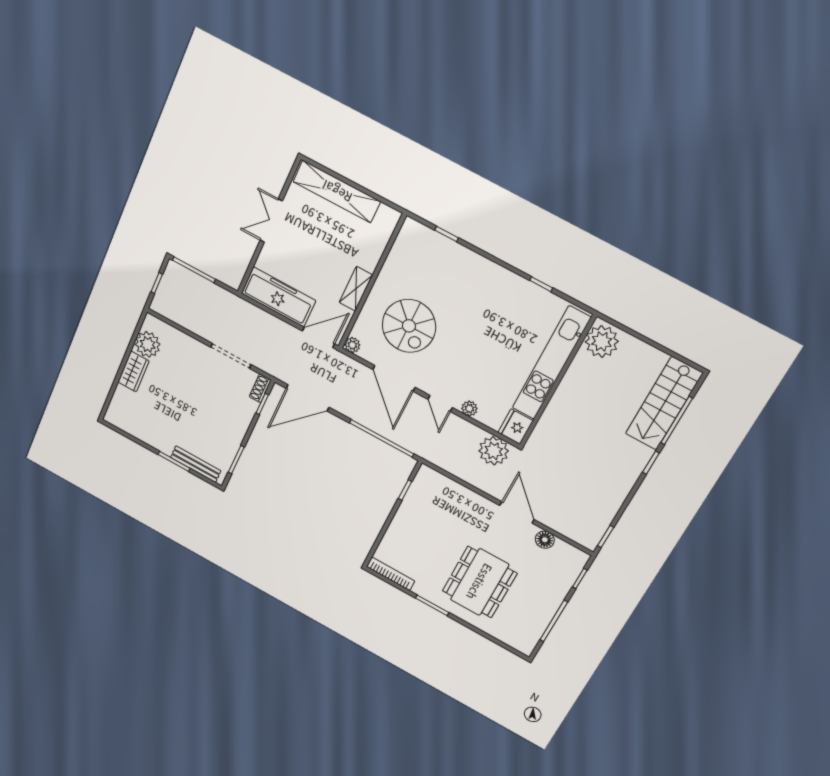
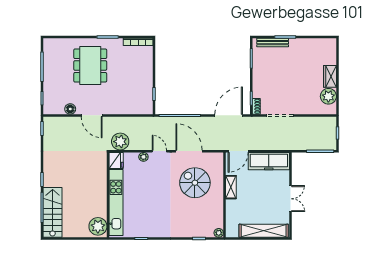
plant: (352, 345) -> (219, 233), moved

